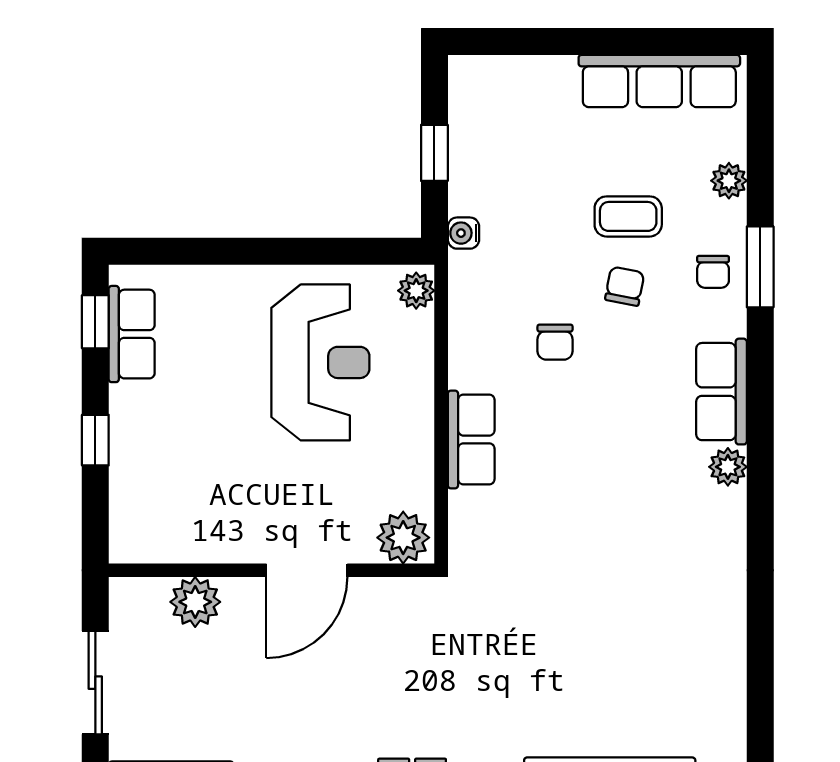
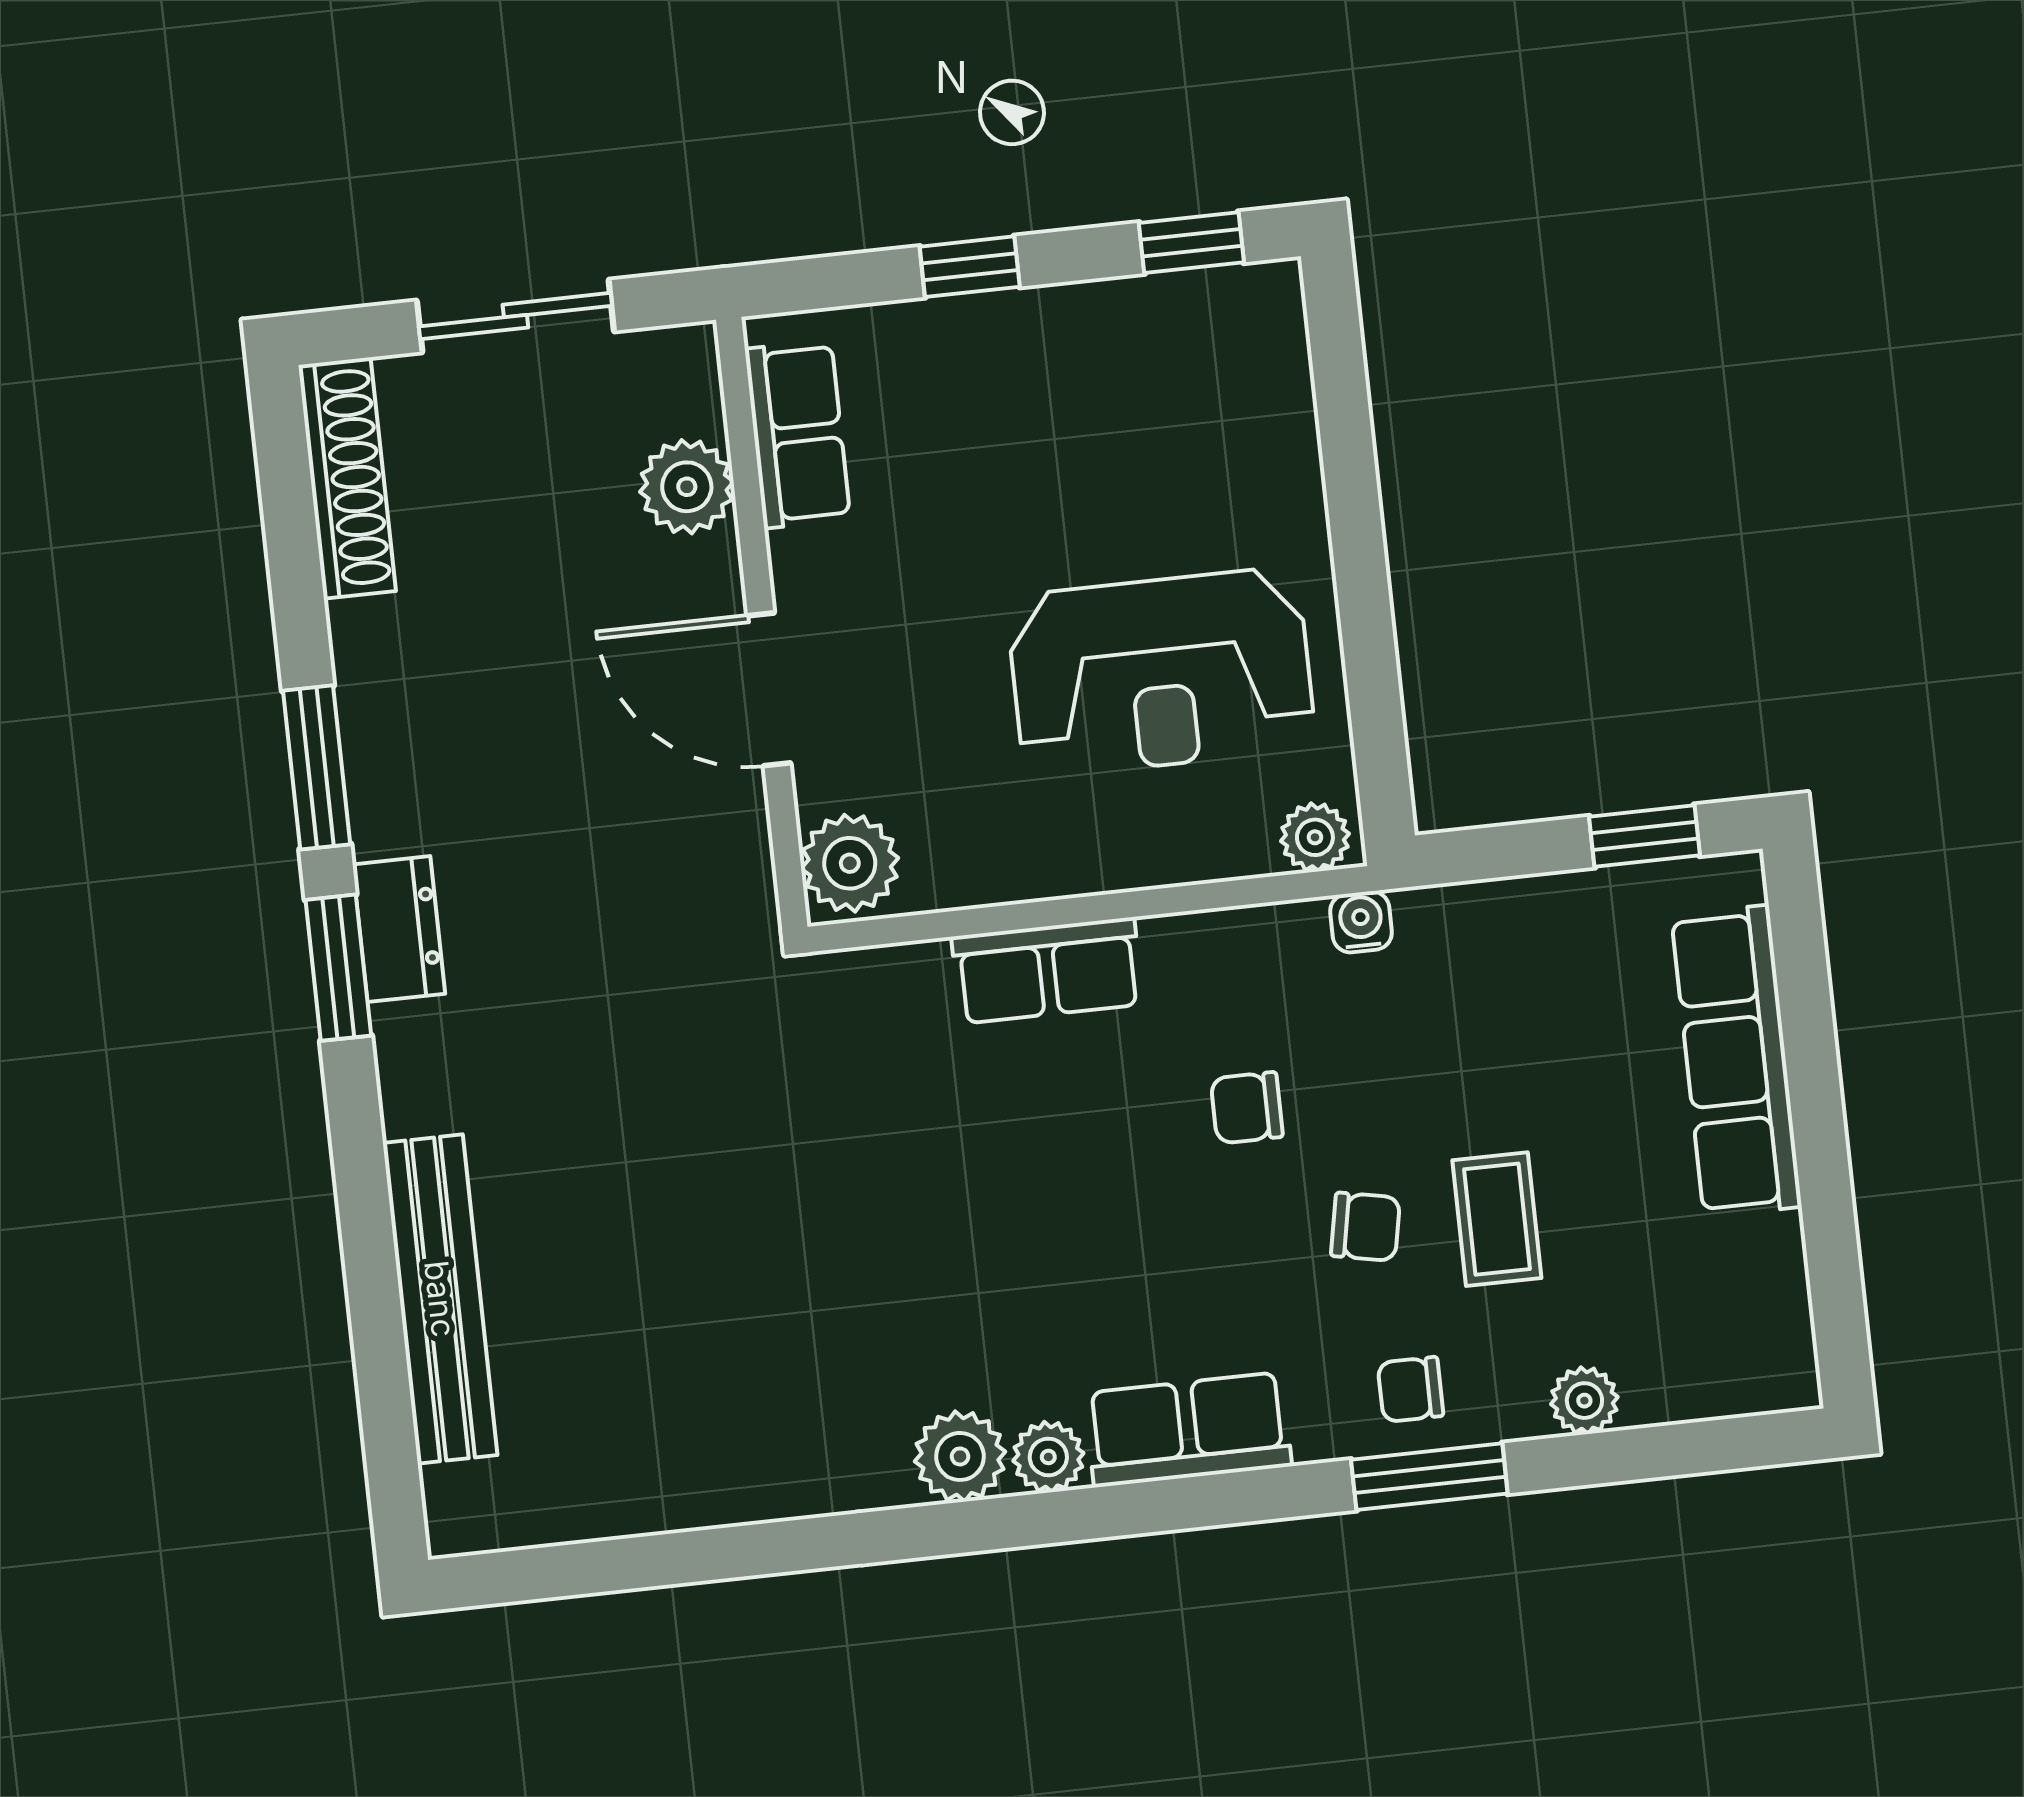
row of seats: (659, 81) -> (1736, 1061), moved
window: (434, 153) -> (1645, 836), moved
water cooler: (463, 233) -> (1361, 922), moved
row of seats: (132, 334) -> (798, 434), moved, turned -90
plant: (723, 513) -> (960, 1456), added

